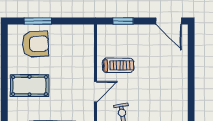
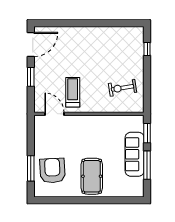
window: (123, 21) -> (31, 77), moved
door: (95, 92) -> (54, 114), moved

